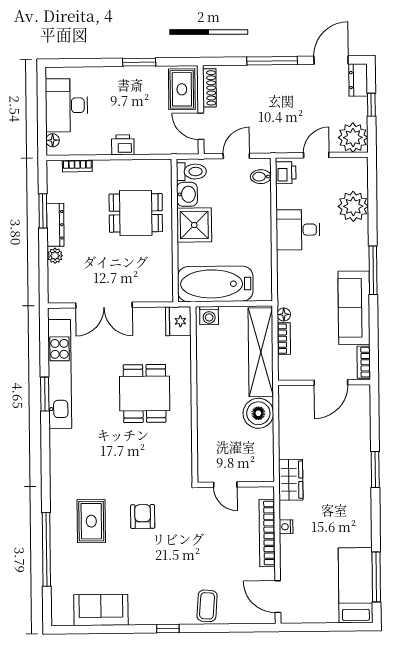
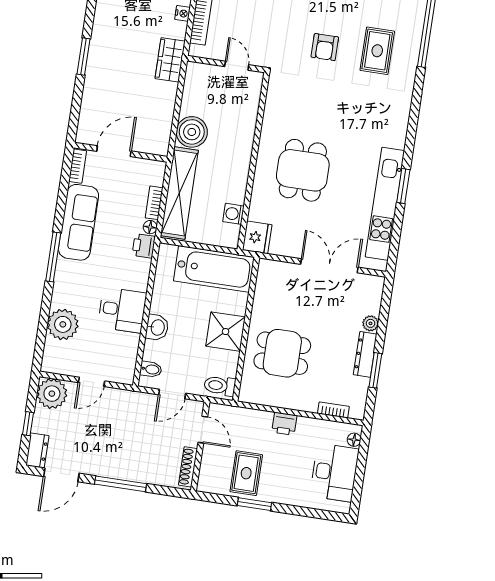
rug: (182, 89) -> (246, 473), moved
printer: (286, 173) -> (144, 246), moved
washbasin: (187, 194) -> (157, 327), moved, turned 180
washing machine: (209, 316) -> (233, 214), moved, turned -90

